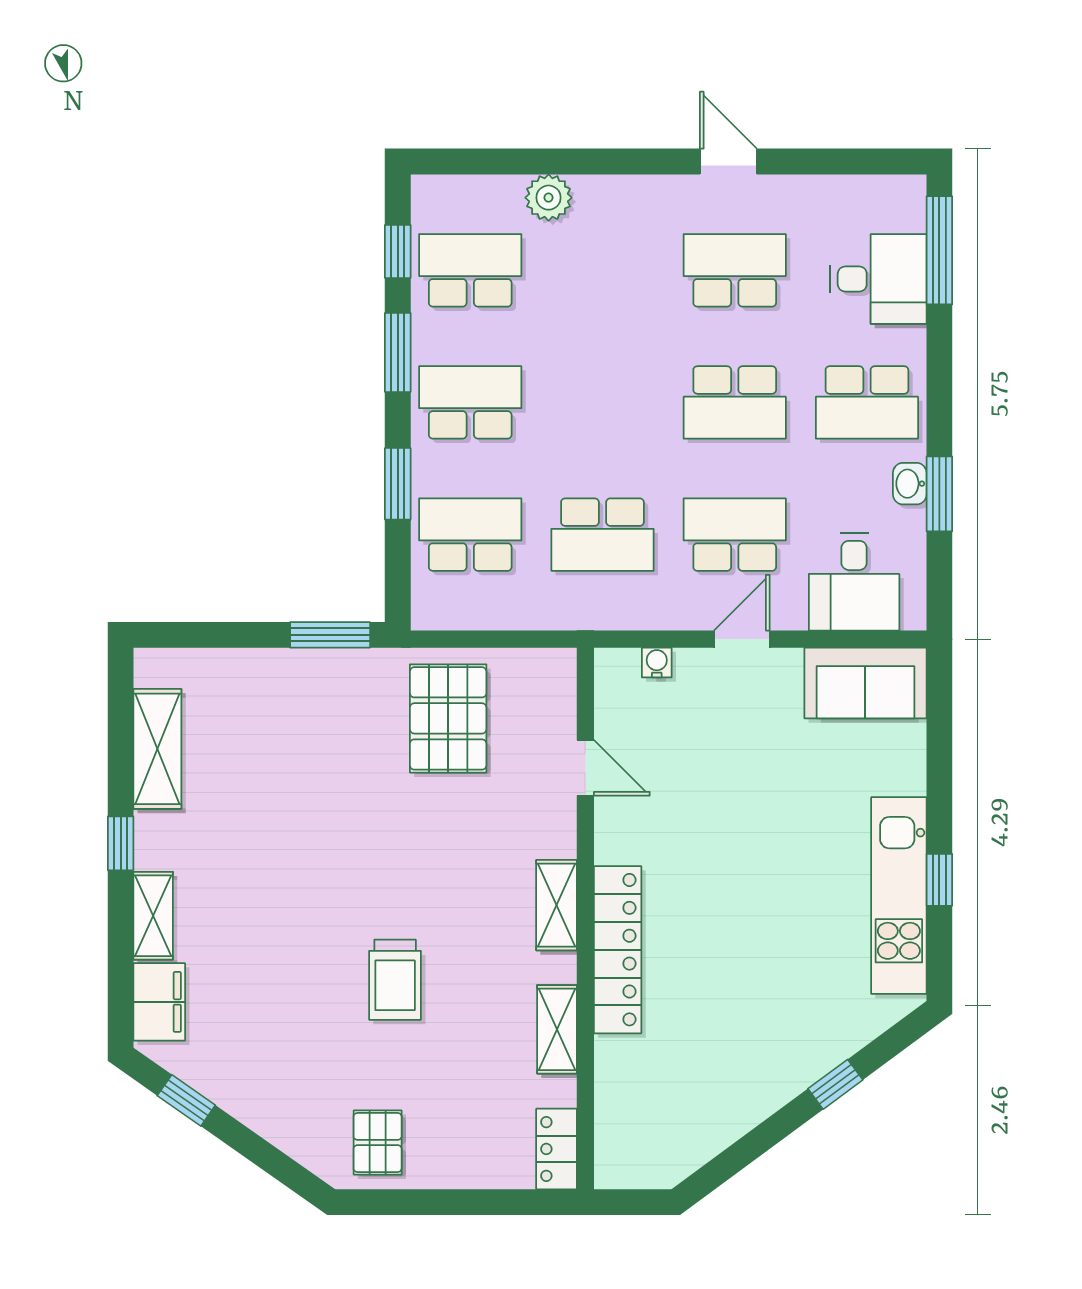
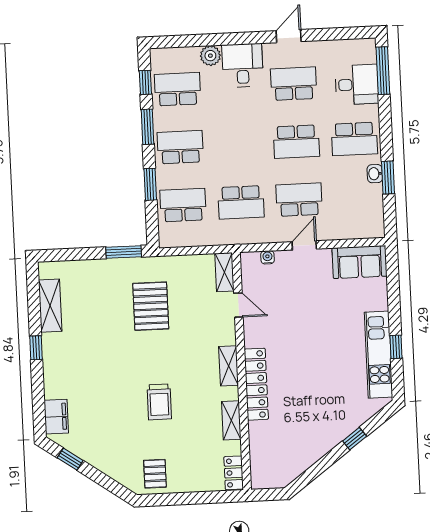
door: (728, 161) -> (289, 36), hinge flipped
desk: (854, 582) -> (243, 65), moved, turned 180
pallet: (448, 718) -> (151, 306), moved
shelving: (153, 916) -> (224, 272), moved

